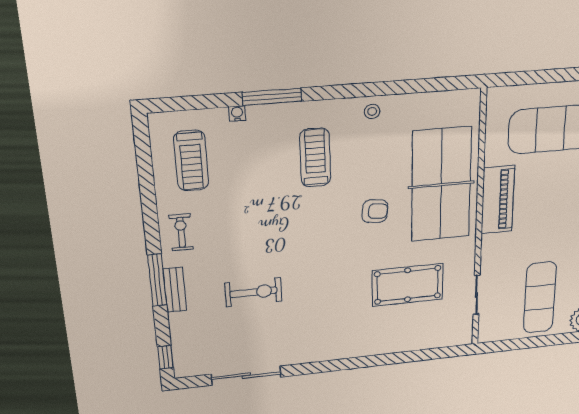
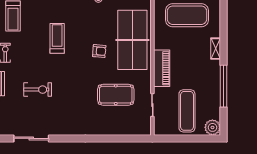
treadmill: (315, 158) -> (57, 38), moved
piano: (498, 200) -> (162, 68), moved

